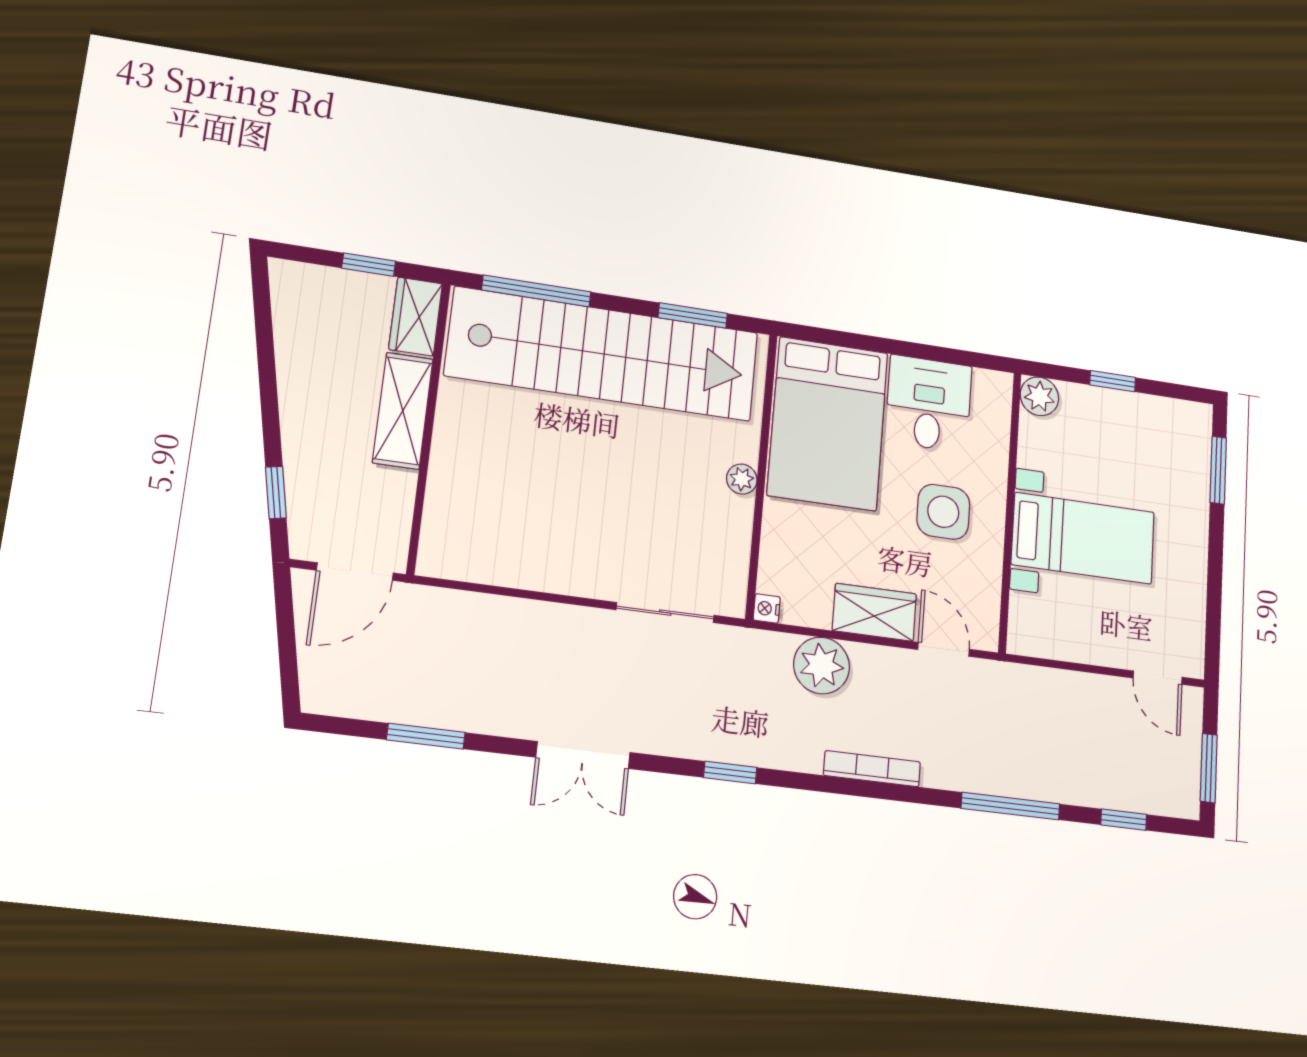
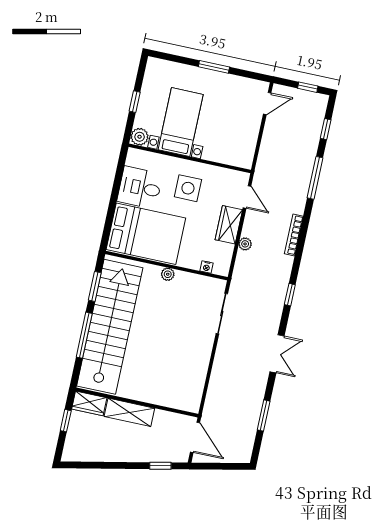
window: (536, 291) -> (84, 335), moved
window: (1218, 470) -> (214, 67), moved
bed with nightstands: (1083, 538) -> (181, 122), moved
nightstand: (767, 608) -> (207, 267), moved
door: (944, 649) -> (247, 197), swing flipped
plant: (822, 666) -> (245, 244), width x0.53, depth x0.53
window: (1209, 768) -> (308, 87), width x0.67

